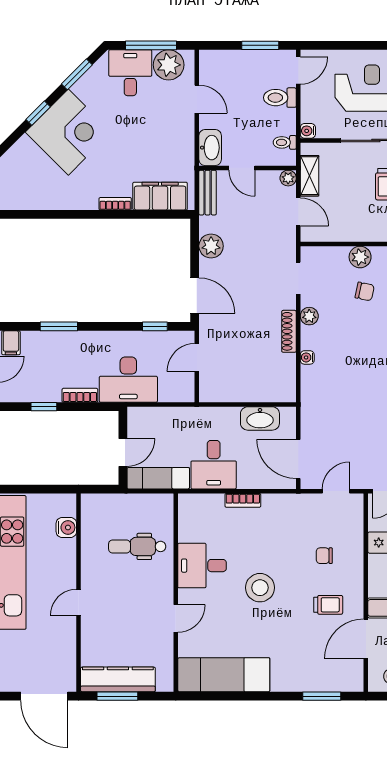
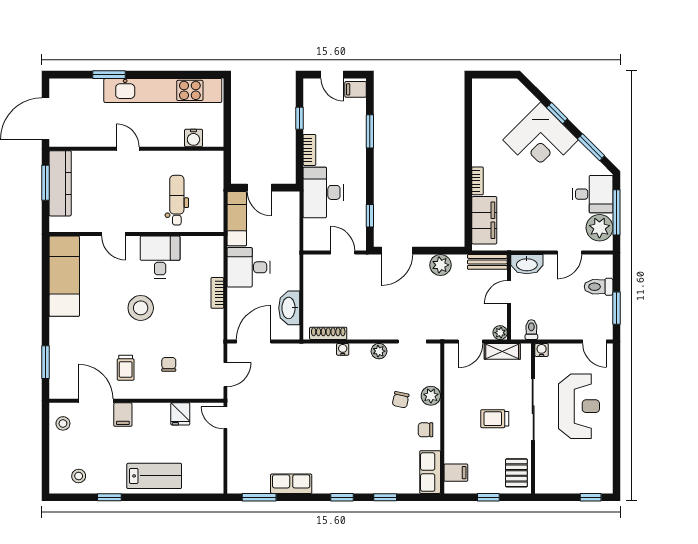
toilet: (280, 98) -> (599, 287), moved, turned -90
shoe rack: (289, 331) -> (328, 333), moved
door: (336, 491) -> (225, 375), hinge flipped

